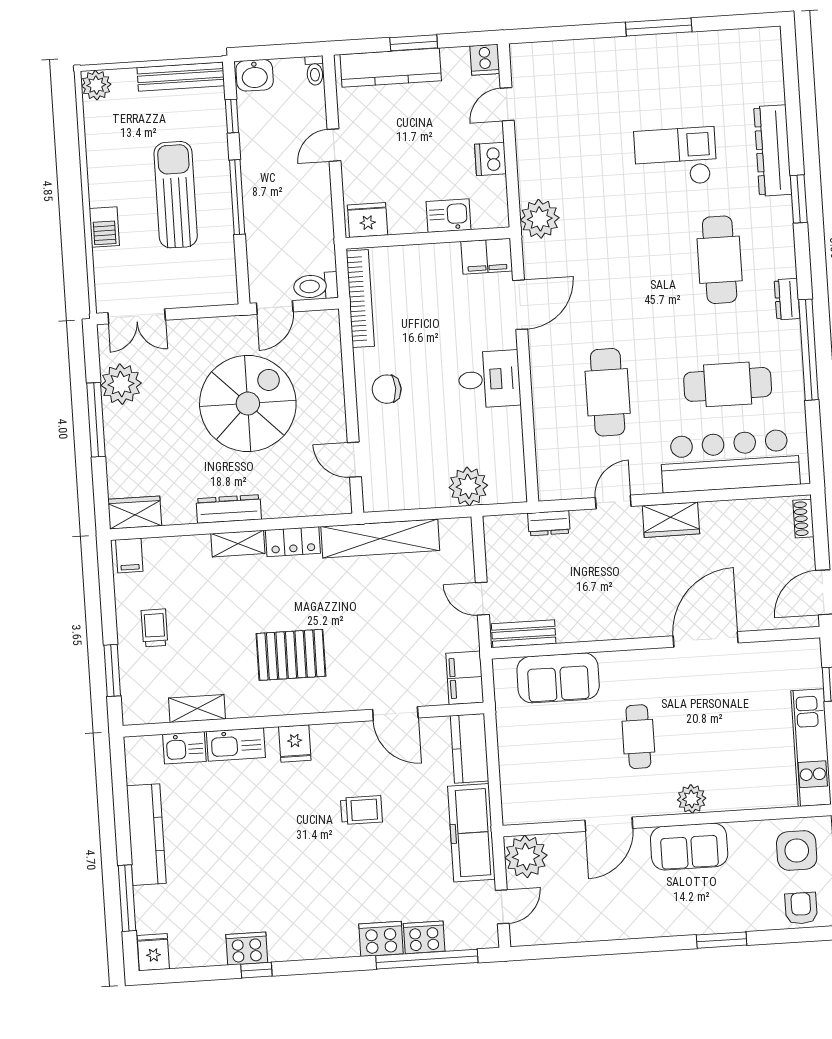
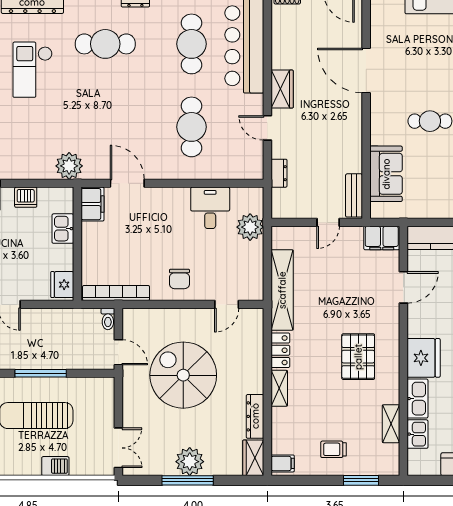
toilet: (316, 286) -> (108, 319), width x0.73, depth x0.72
desk: (489, 379) -> (210, 208), moved
plant: (121, 384) -> (190, 462), moved
cafe table: (608, 392) -> (191, 127), turned 90
dresser: (229, 509) -> (255, 416), moved
fridge: (295, 743) -> (424, 358), width x1.88, depth x1.34

